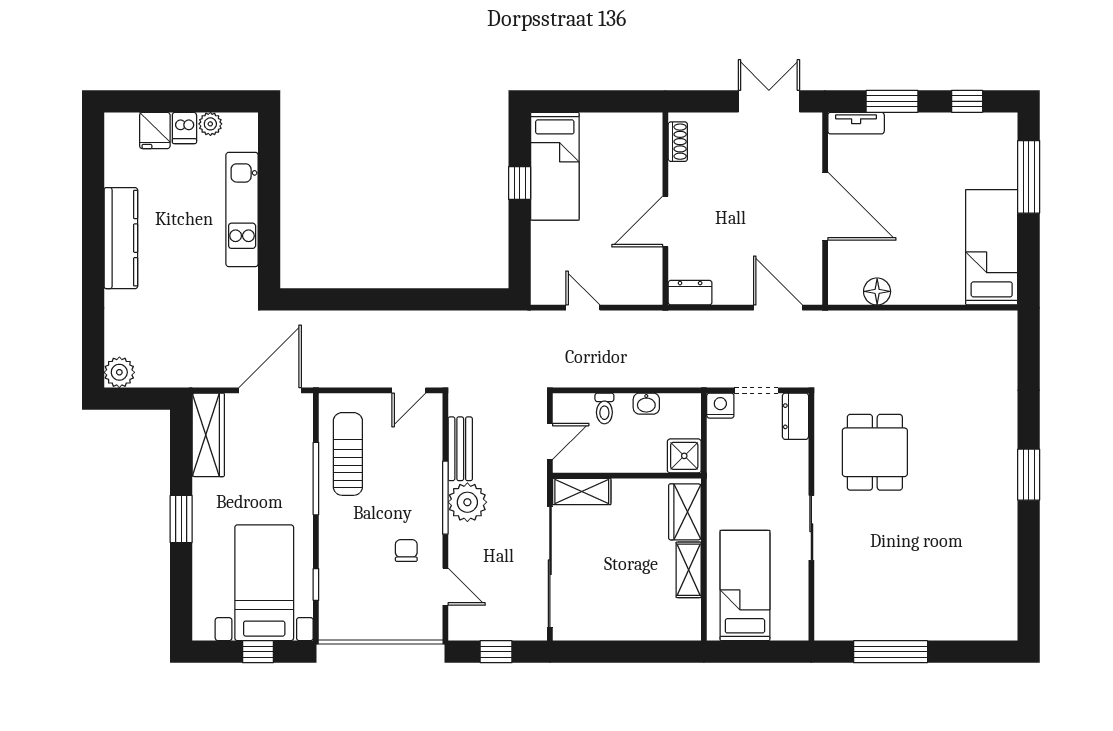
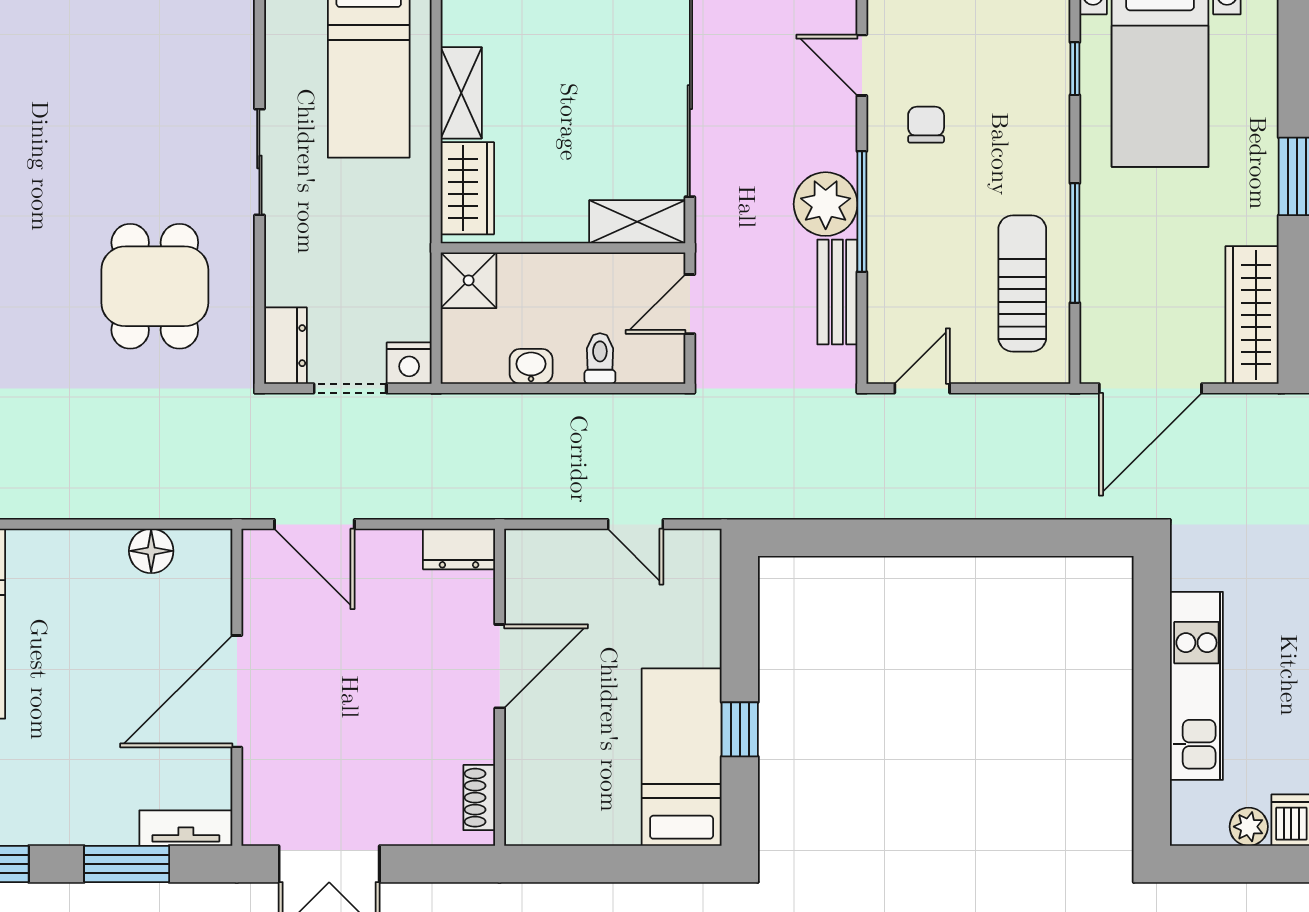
door: (825, 206) -> (237, 691), hinge flipped
sun lounger: (348, 454) -> (1022, 284), turned 180
chair: (406, 550) -> (926, 125), turned 180

